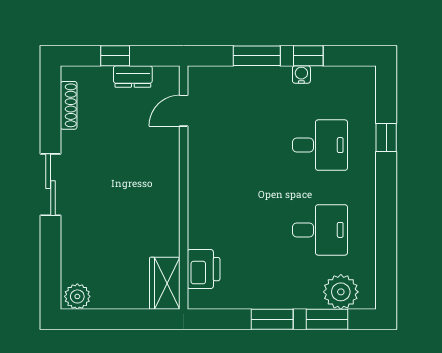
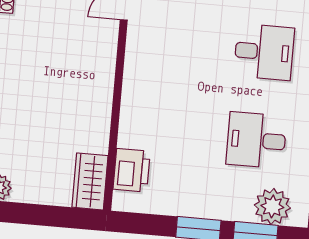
desk: (320, 230) -> (256, 140), turned 180

